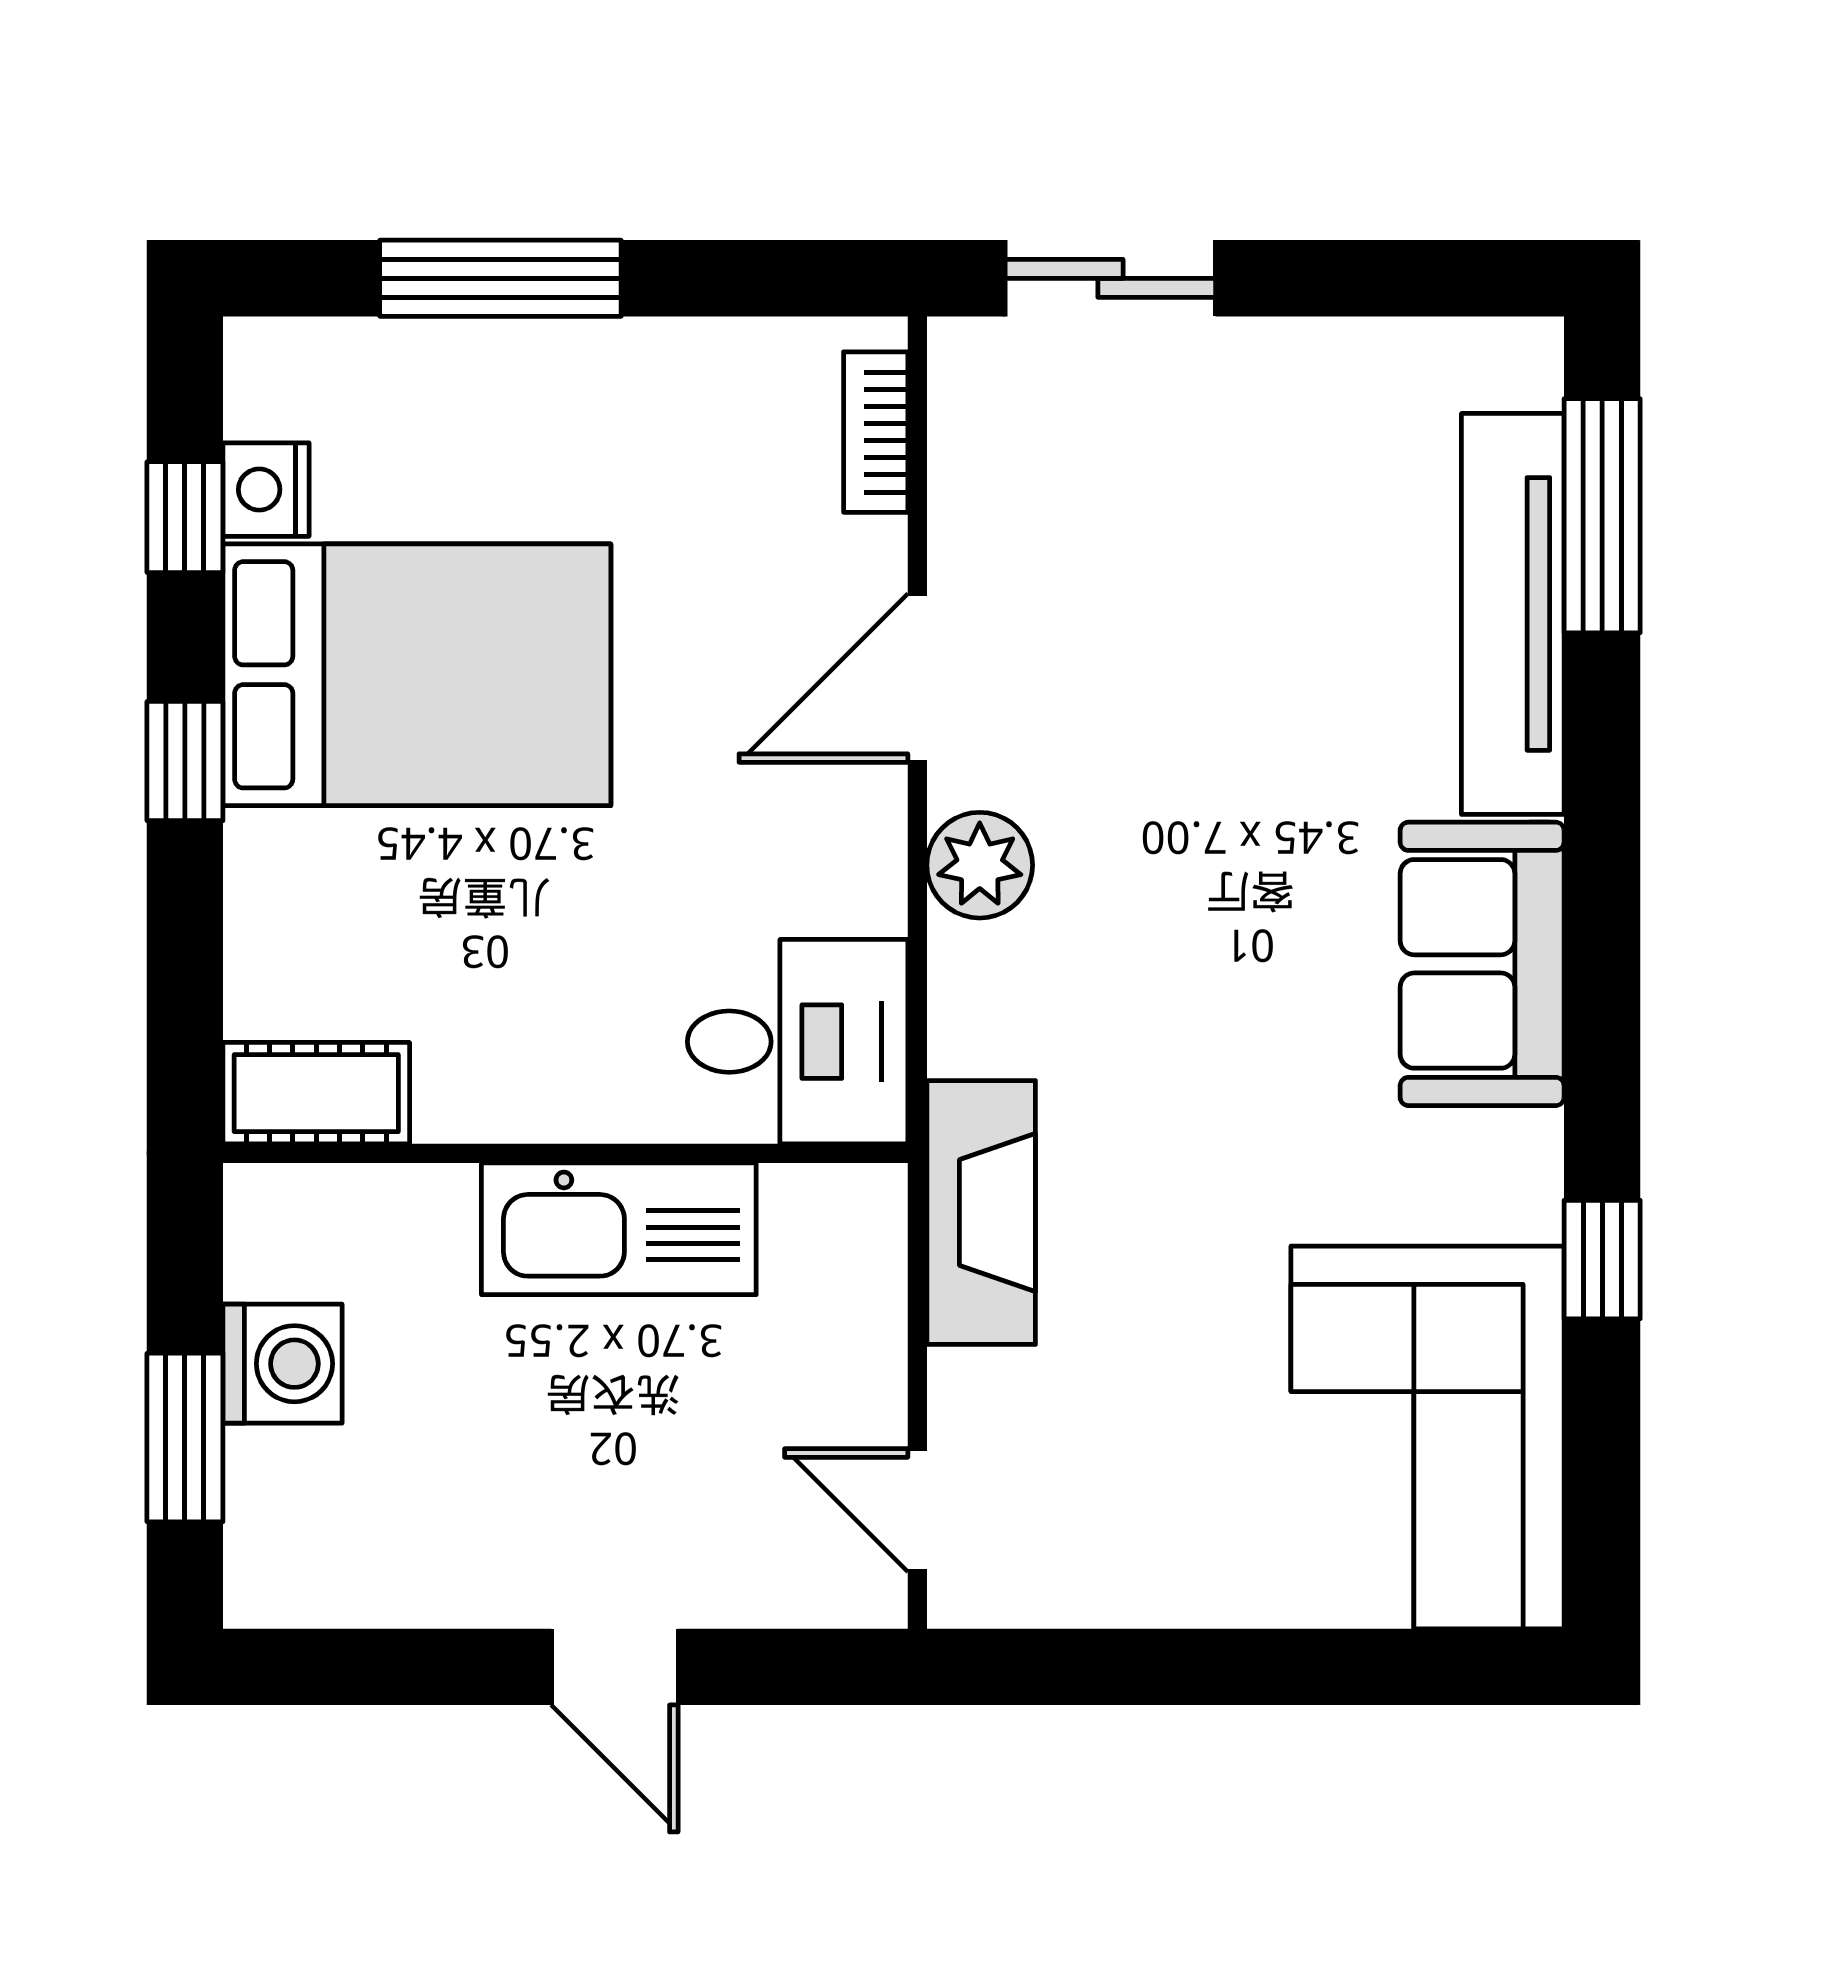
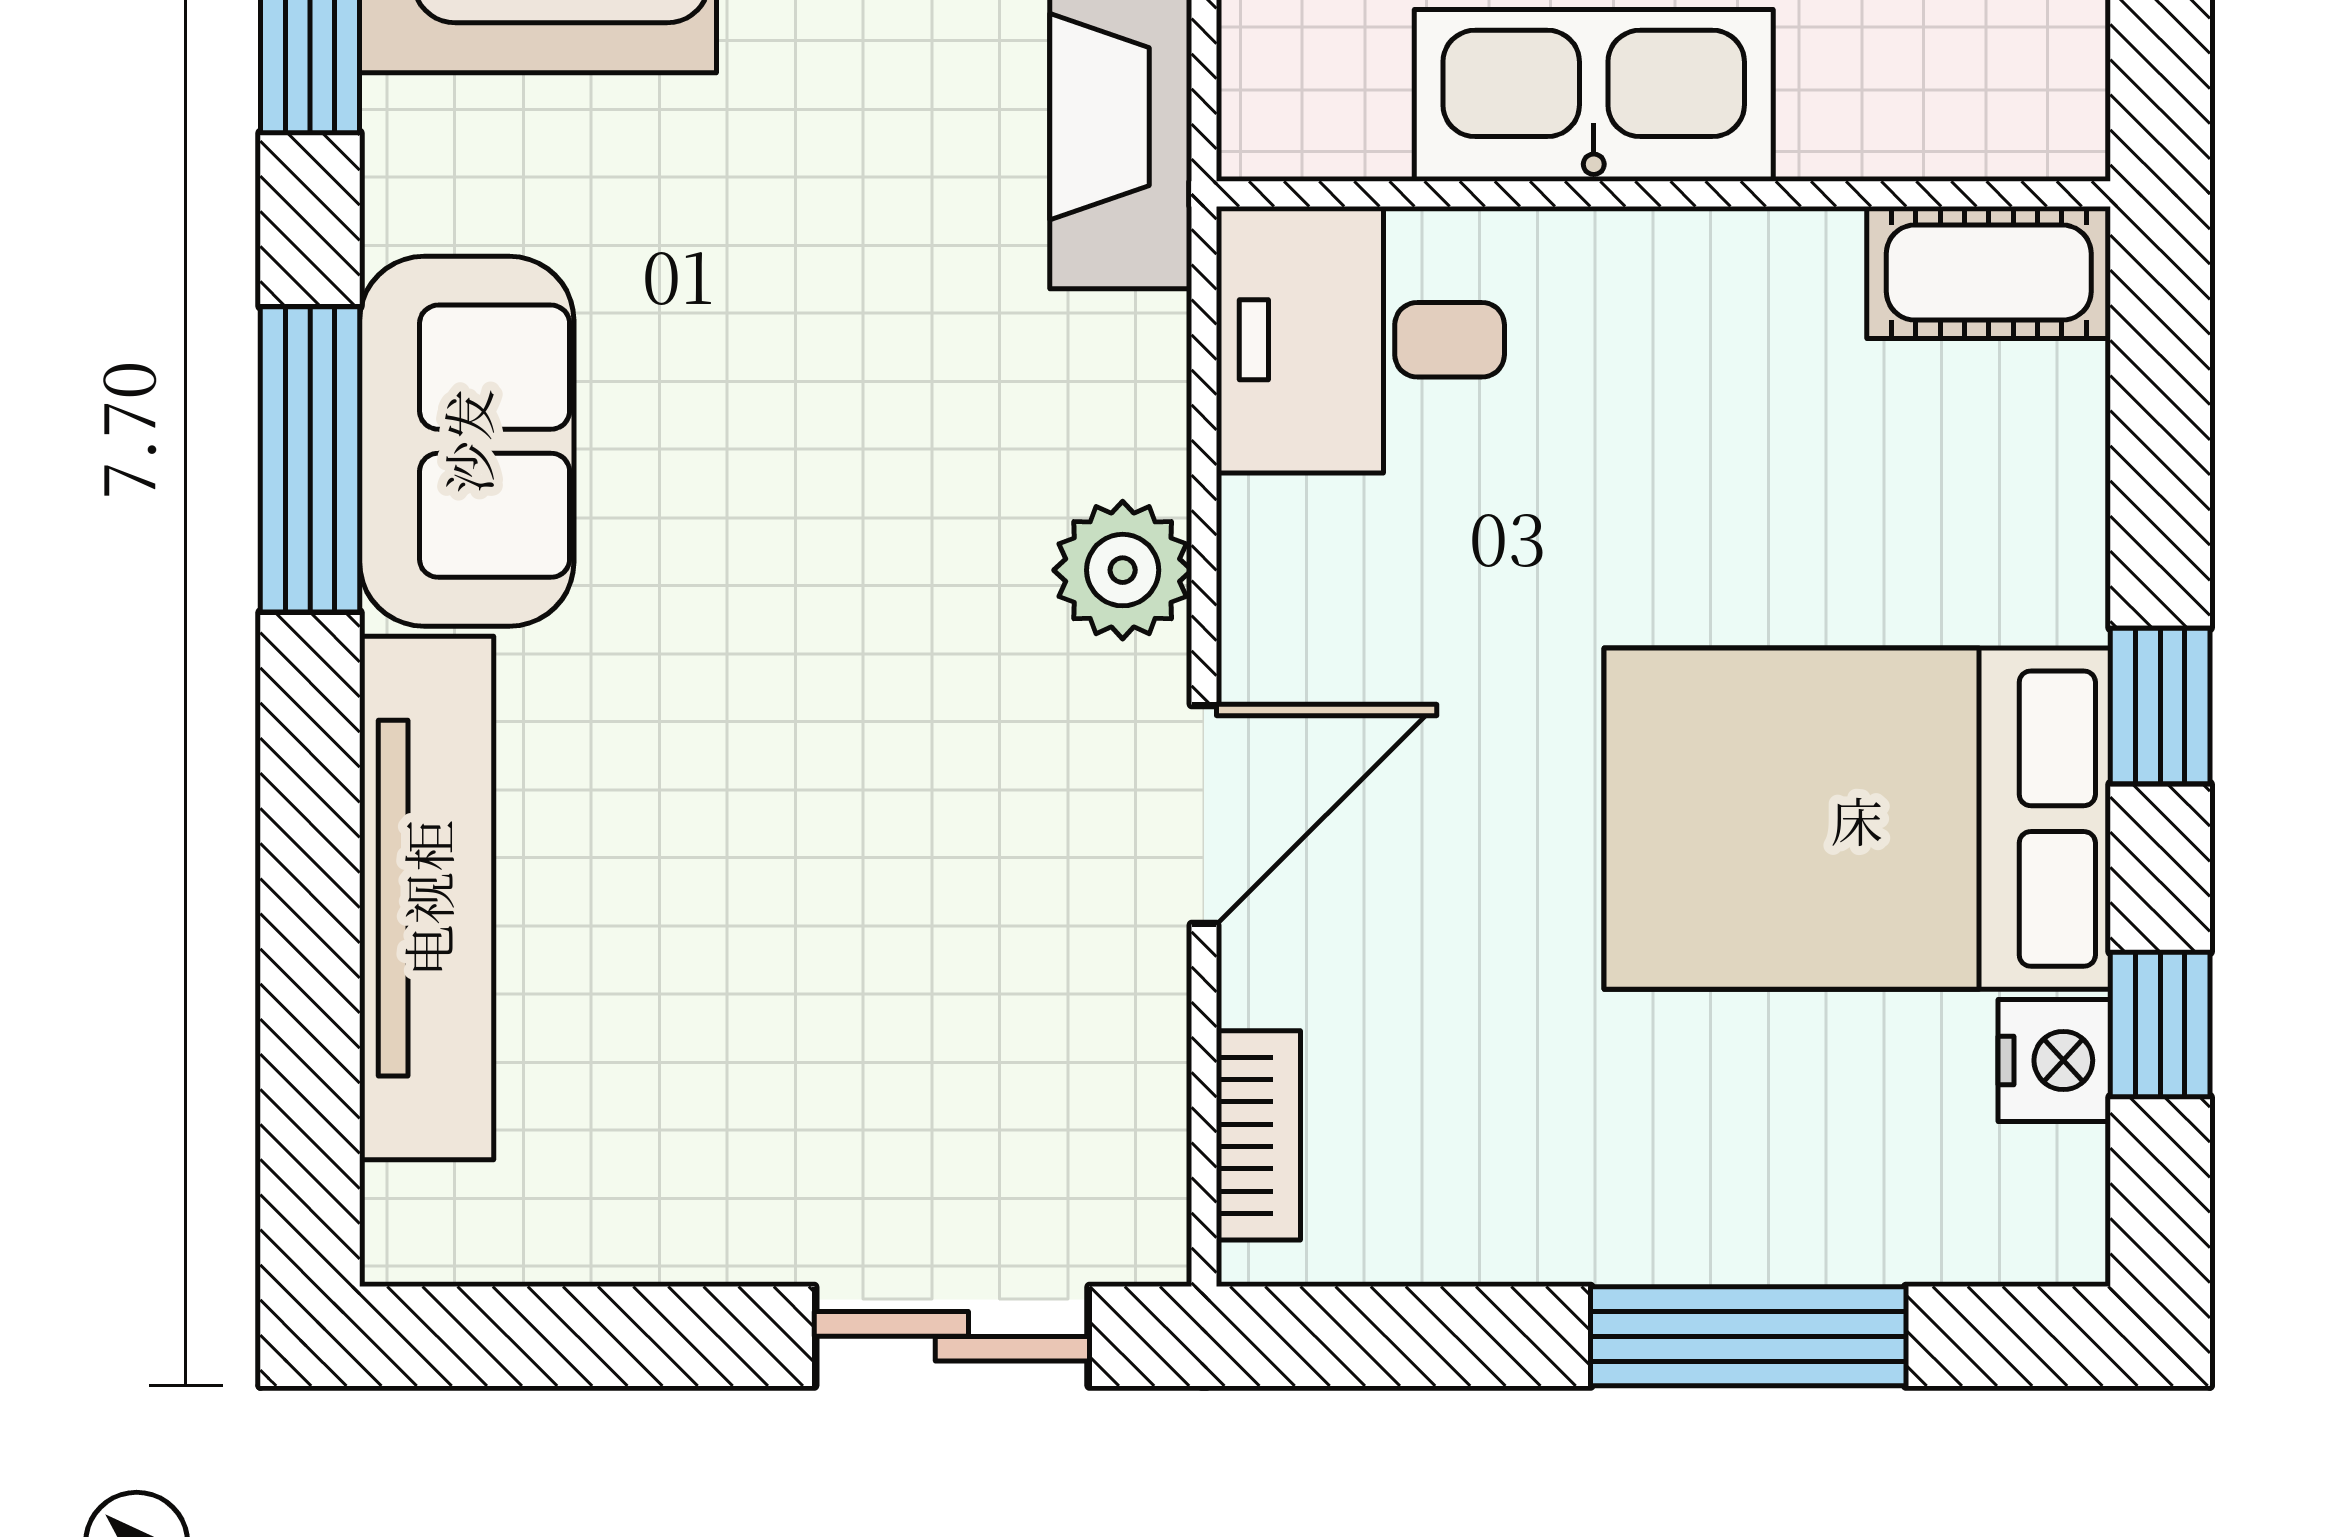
window: (1602, 516) -> (310, 459), moved

